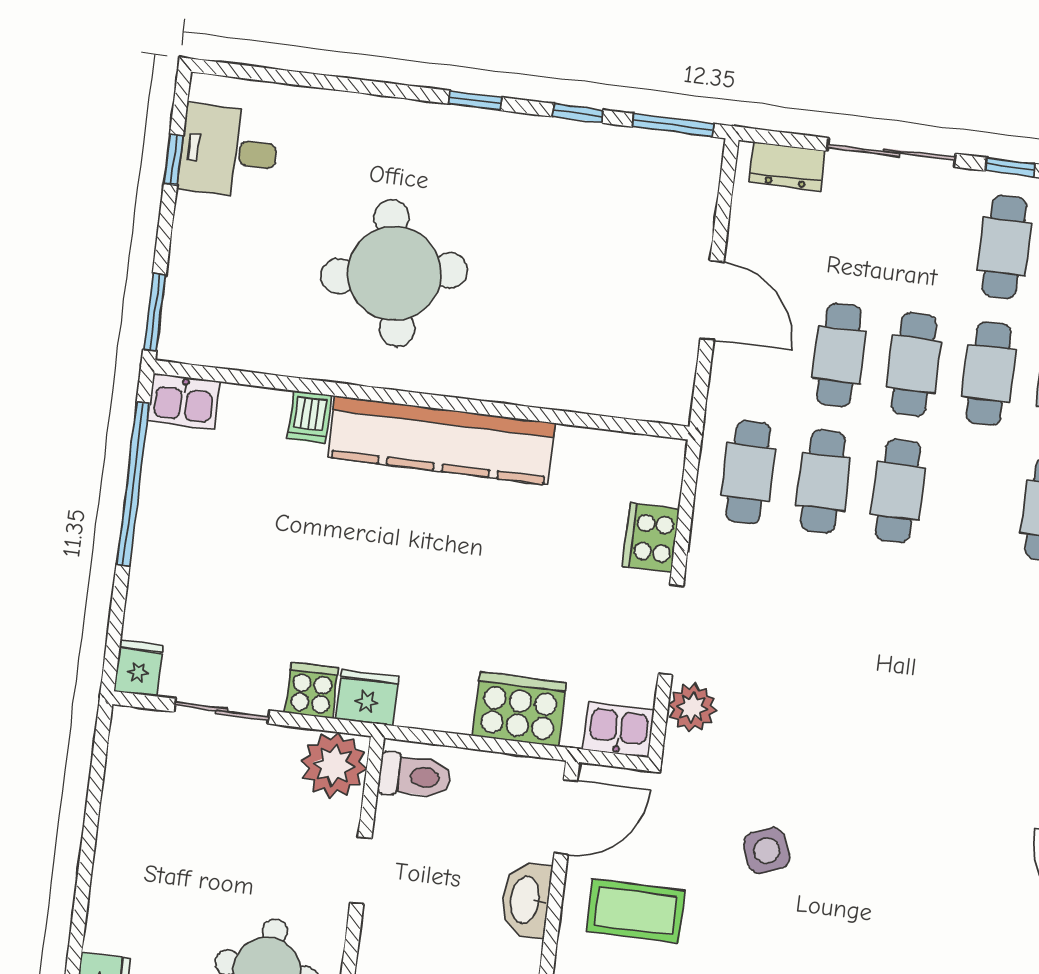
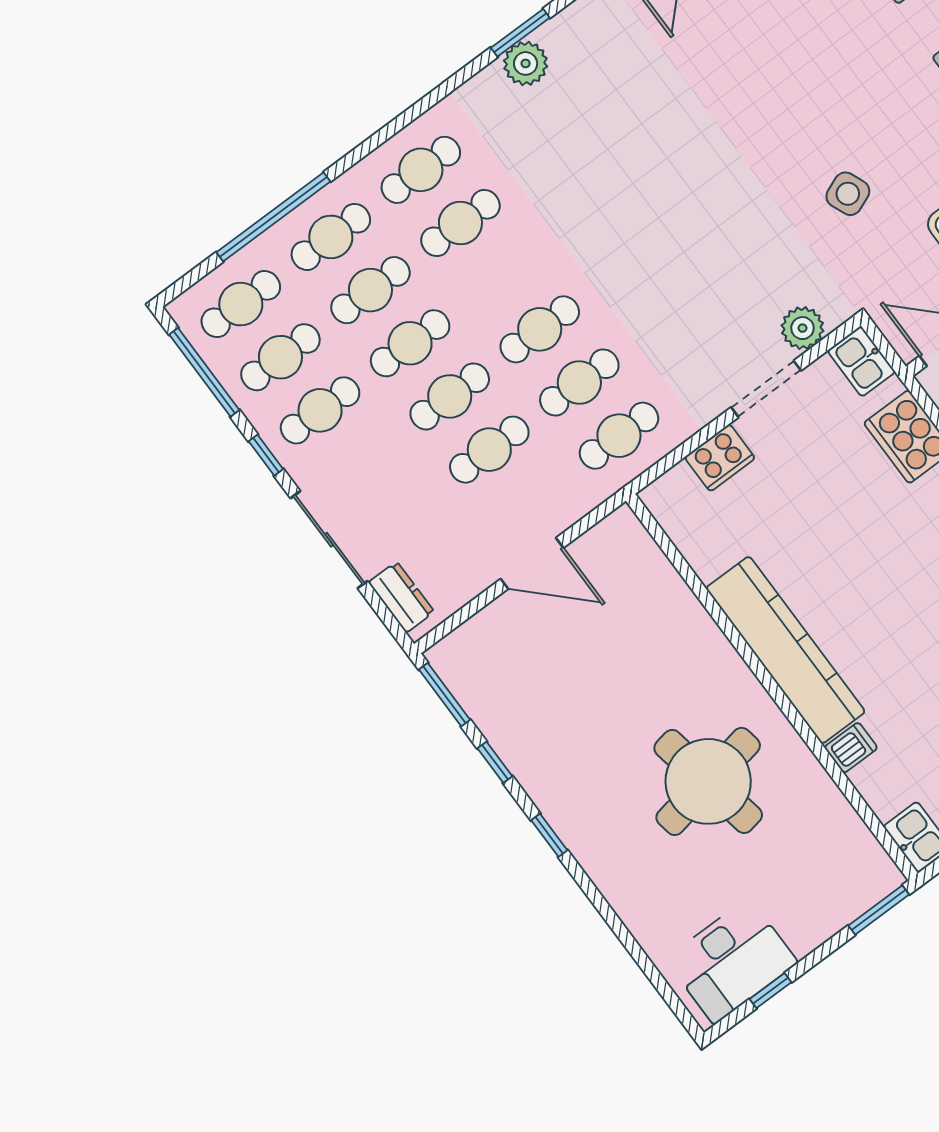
desk: (229, 151) -> (732, 961), width x1.37
door: (712, 300) -> (532, 563), swing flipped

